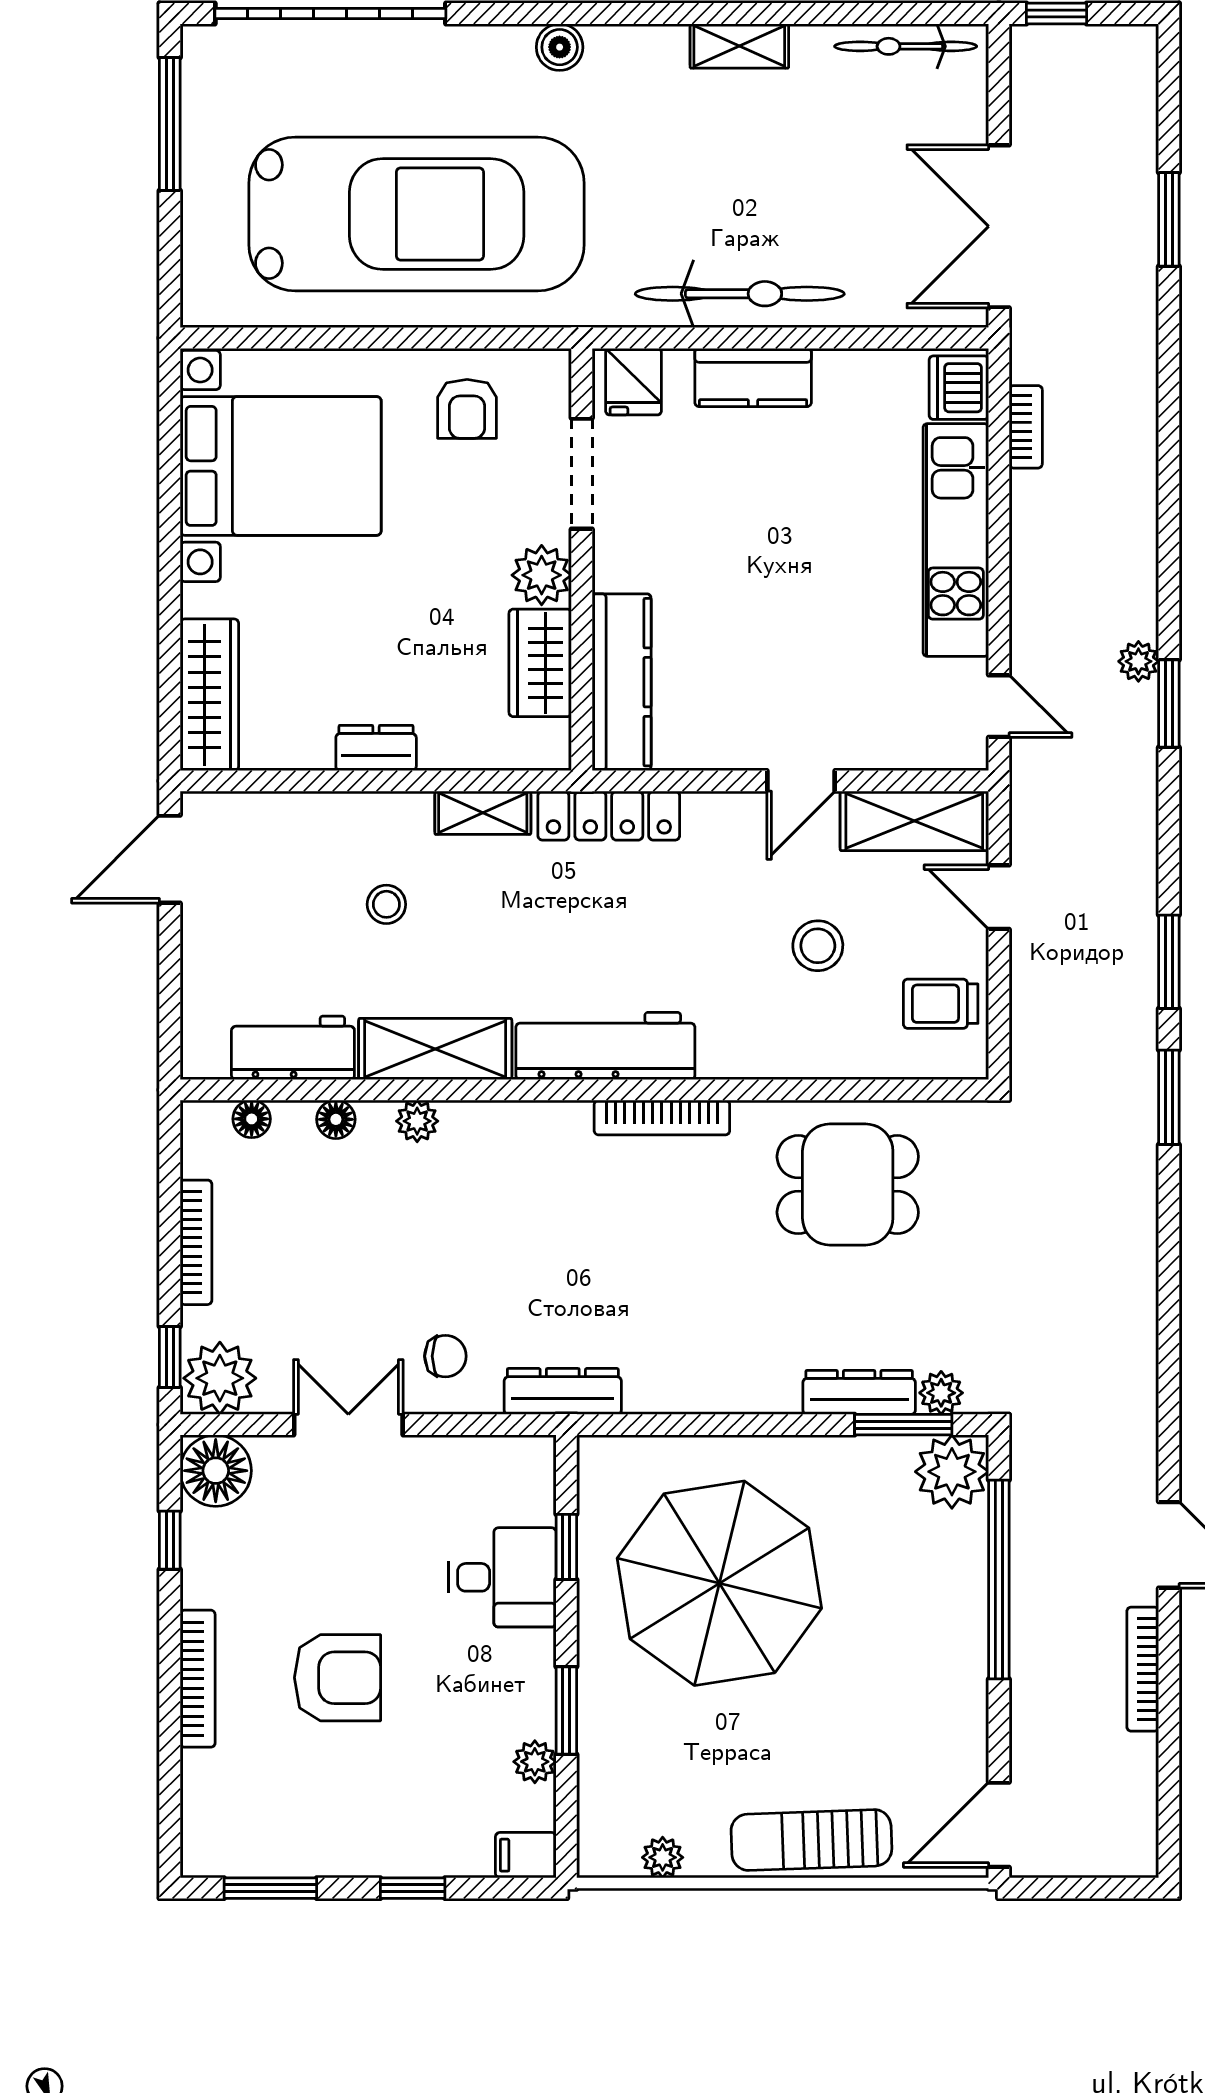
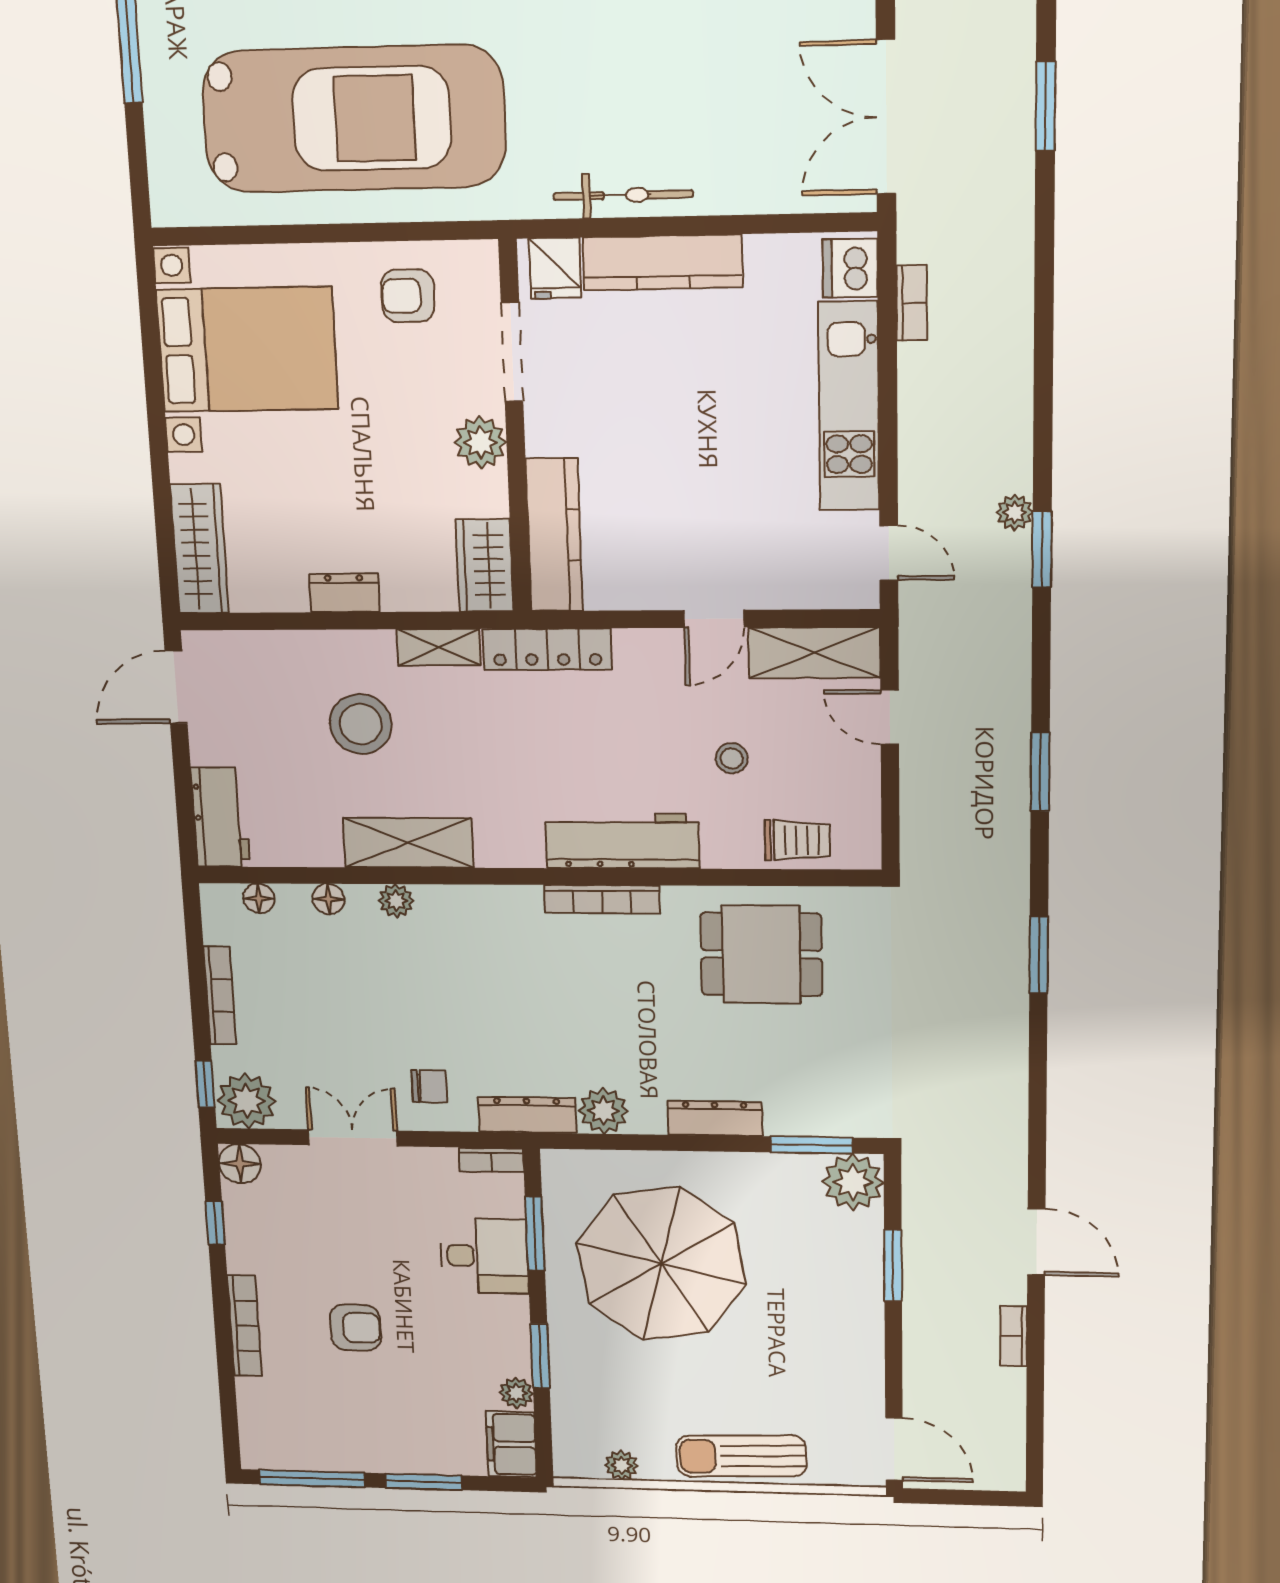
bicycle: (740, 294) -> (623, 195), width x0.73, depth x0.71
kitchen counter: (753, 377) -> (663, 262), width x1.50
armchair: (467, 409) -> (408, 296), turned 90
wardrobe: (540, 663) -> (485, 565), moved
stool: (386, 904) -> (361, 724), width x1.89, depth x1.89
stool: (818, 946) -> (732, 758), width x0.73, depth x0.73
trolley: (941, 1004) -> (797, 840), moved, turned 180
workbench: (605, 1046) -> (622, 841), moved
workbench: (293, 1048) -> (220, 817), moved, turned 90
window: (1169, 1097) -> (1039, 955), moved
dresser: (859, 1392) -> (715, 1118), moved
plant: (941, 1393) -> (603, 1111), moved, width x1.38, depth x1.38
bookcase: (517, 1451) -> (491, 1160), added
floor lamp: (216, 1471) -> (240, 1164), width x0.73, depth x0.73
window: (566, 1547) -> (535, 1234), width x1.50
window: (999, 1579) -> (893, 1266), width x0.47
bookcase: (1143, 1669) -> (1014, 1336), width x0.64
armchair: (338, 1678) -> (355, 1328), width x0.72, depth x0.72
door: (999, 1825) -> (894, 1449), swing flipped
filing cabinet: (526, 1855) -> (511, 1444), width x2.00
window: (270, 1888) -> (312, 1479), width x1.44
window: (413, 1888) -> (424, 1482), width x1.50

